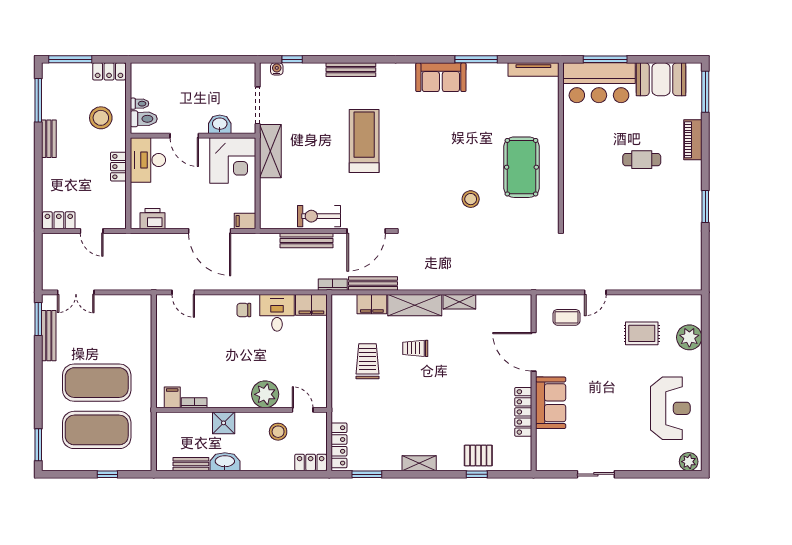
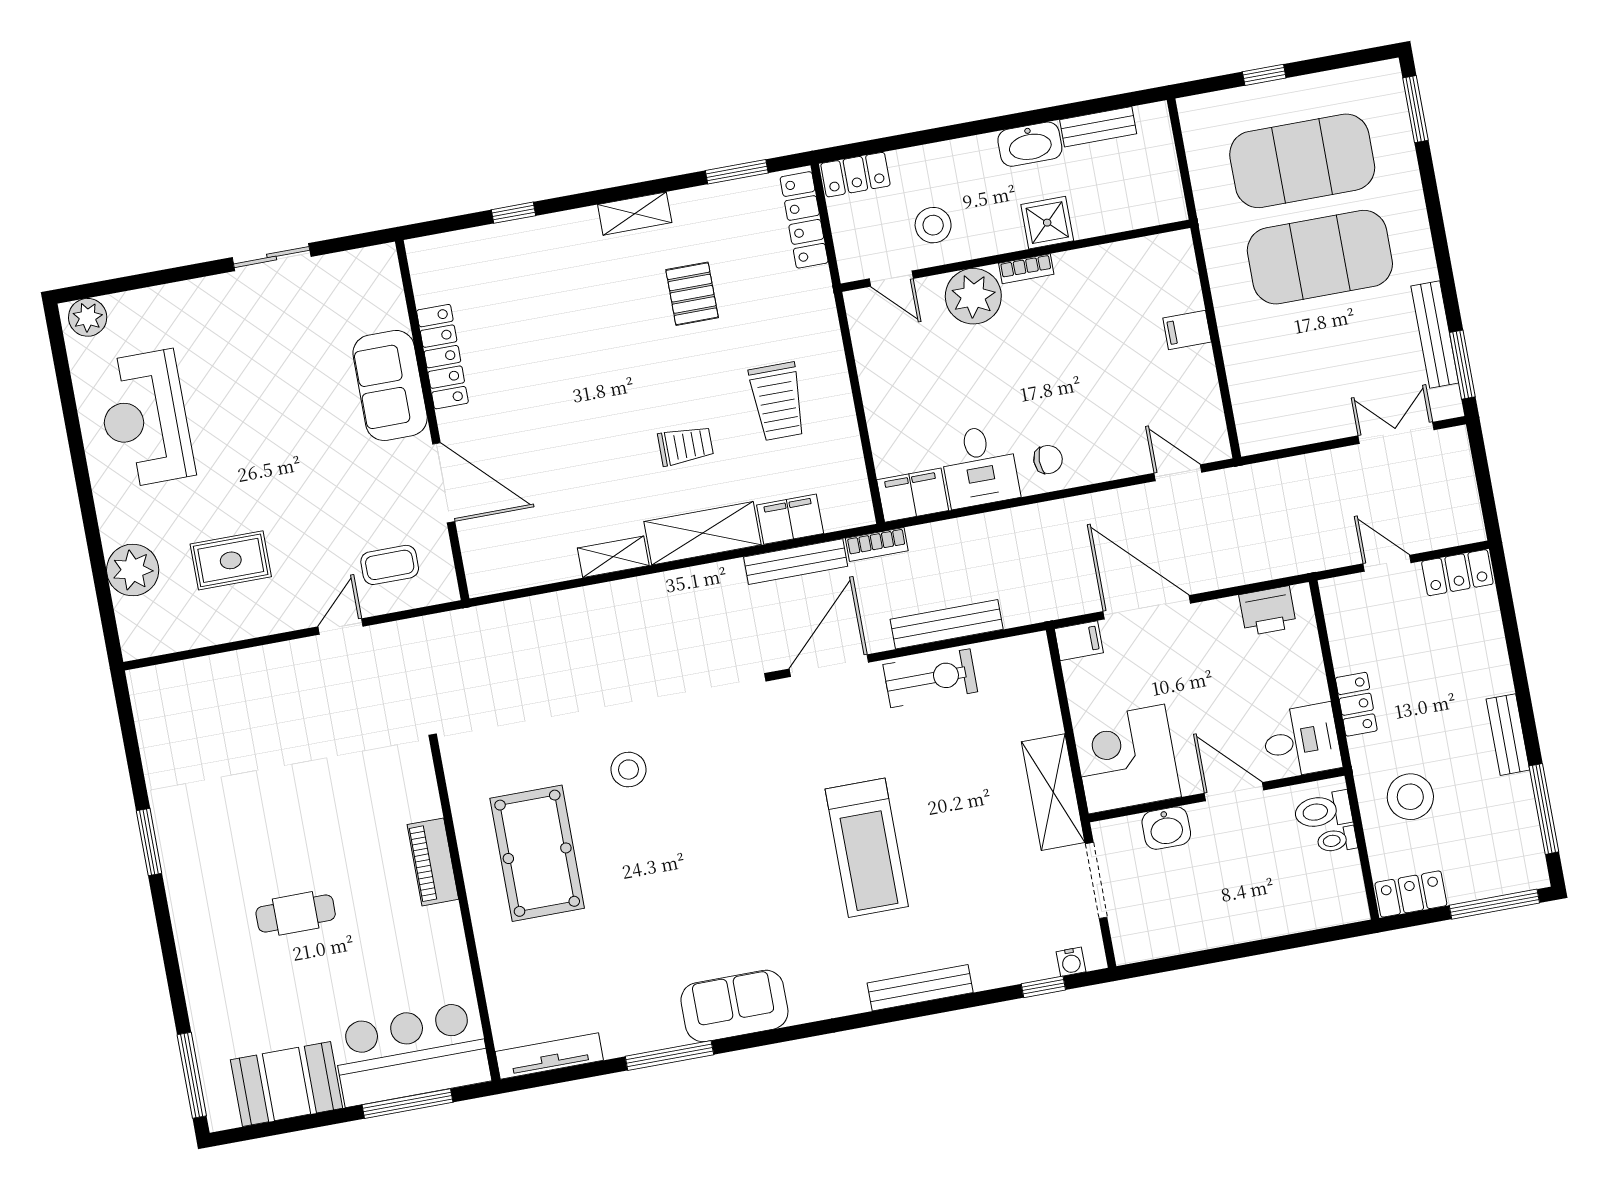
piano: (693, 140) -> (433, 862), moved, turned 180
desk: (148, 160) -> (1301, 741), width x0.73
filing cabinet: (172, 397) -> (1187, 330), moved, turned 90
bookcase: (194, 403) -> (1026, 269), moved
pallet: (478, 455) -> (692, 294), moved, turned 90

